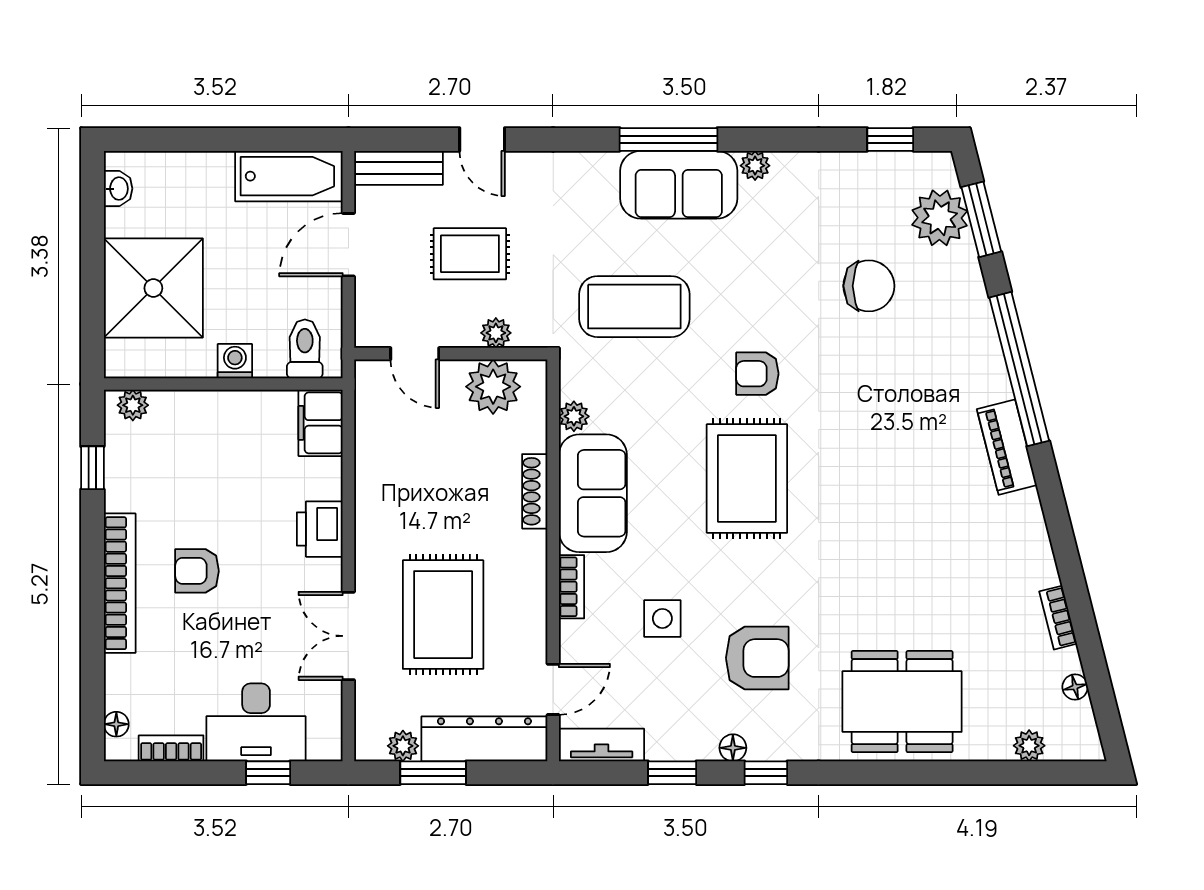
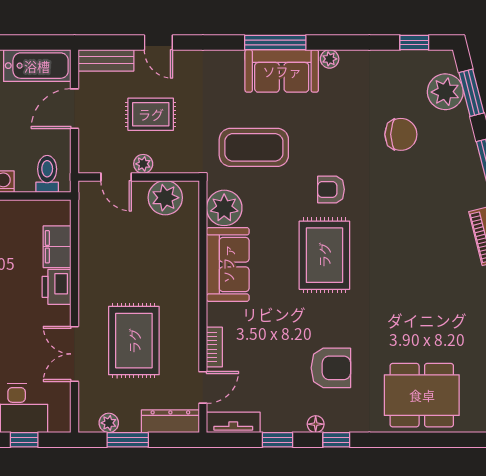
plant: (496, 333) -> (143, 164), moved
plant: (574, 416) -> (224, 208), width x1.88, depth x1.88
filing cabinet: (321, 423) -> (57, 247), moved
shoe rack: (535, 491) -> (191, 263), removed
bookcase: (571, 587) -> (214, 347), moved
side table: (662, 618) -> (271, 343), removed
dresser: (484, 739) -> (170, 421), width x0.73, depth x0.80

